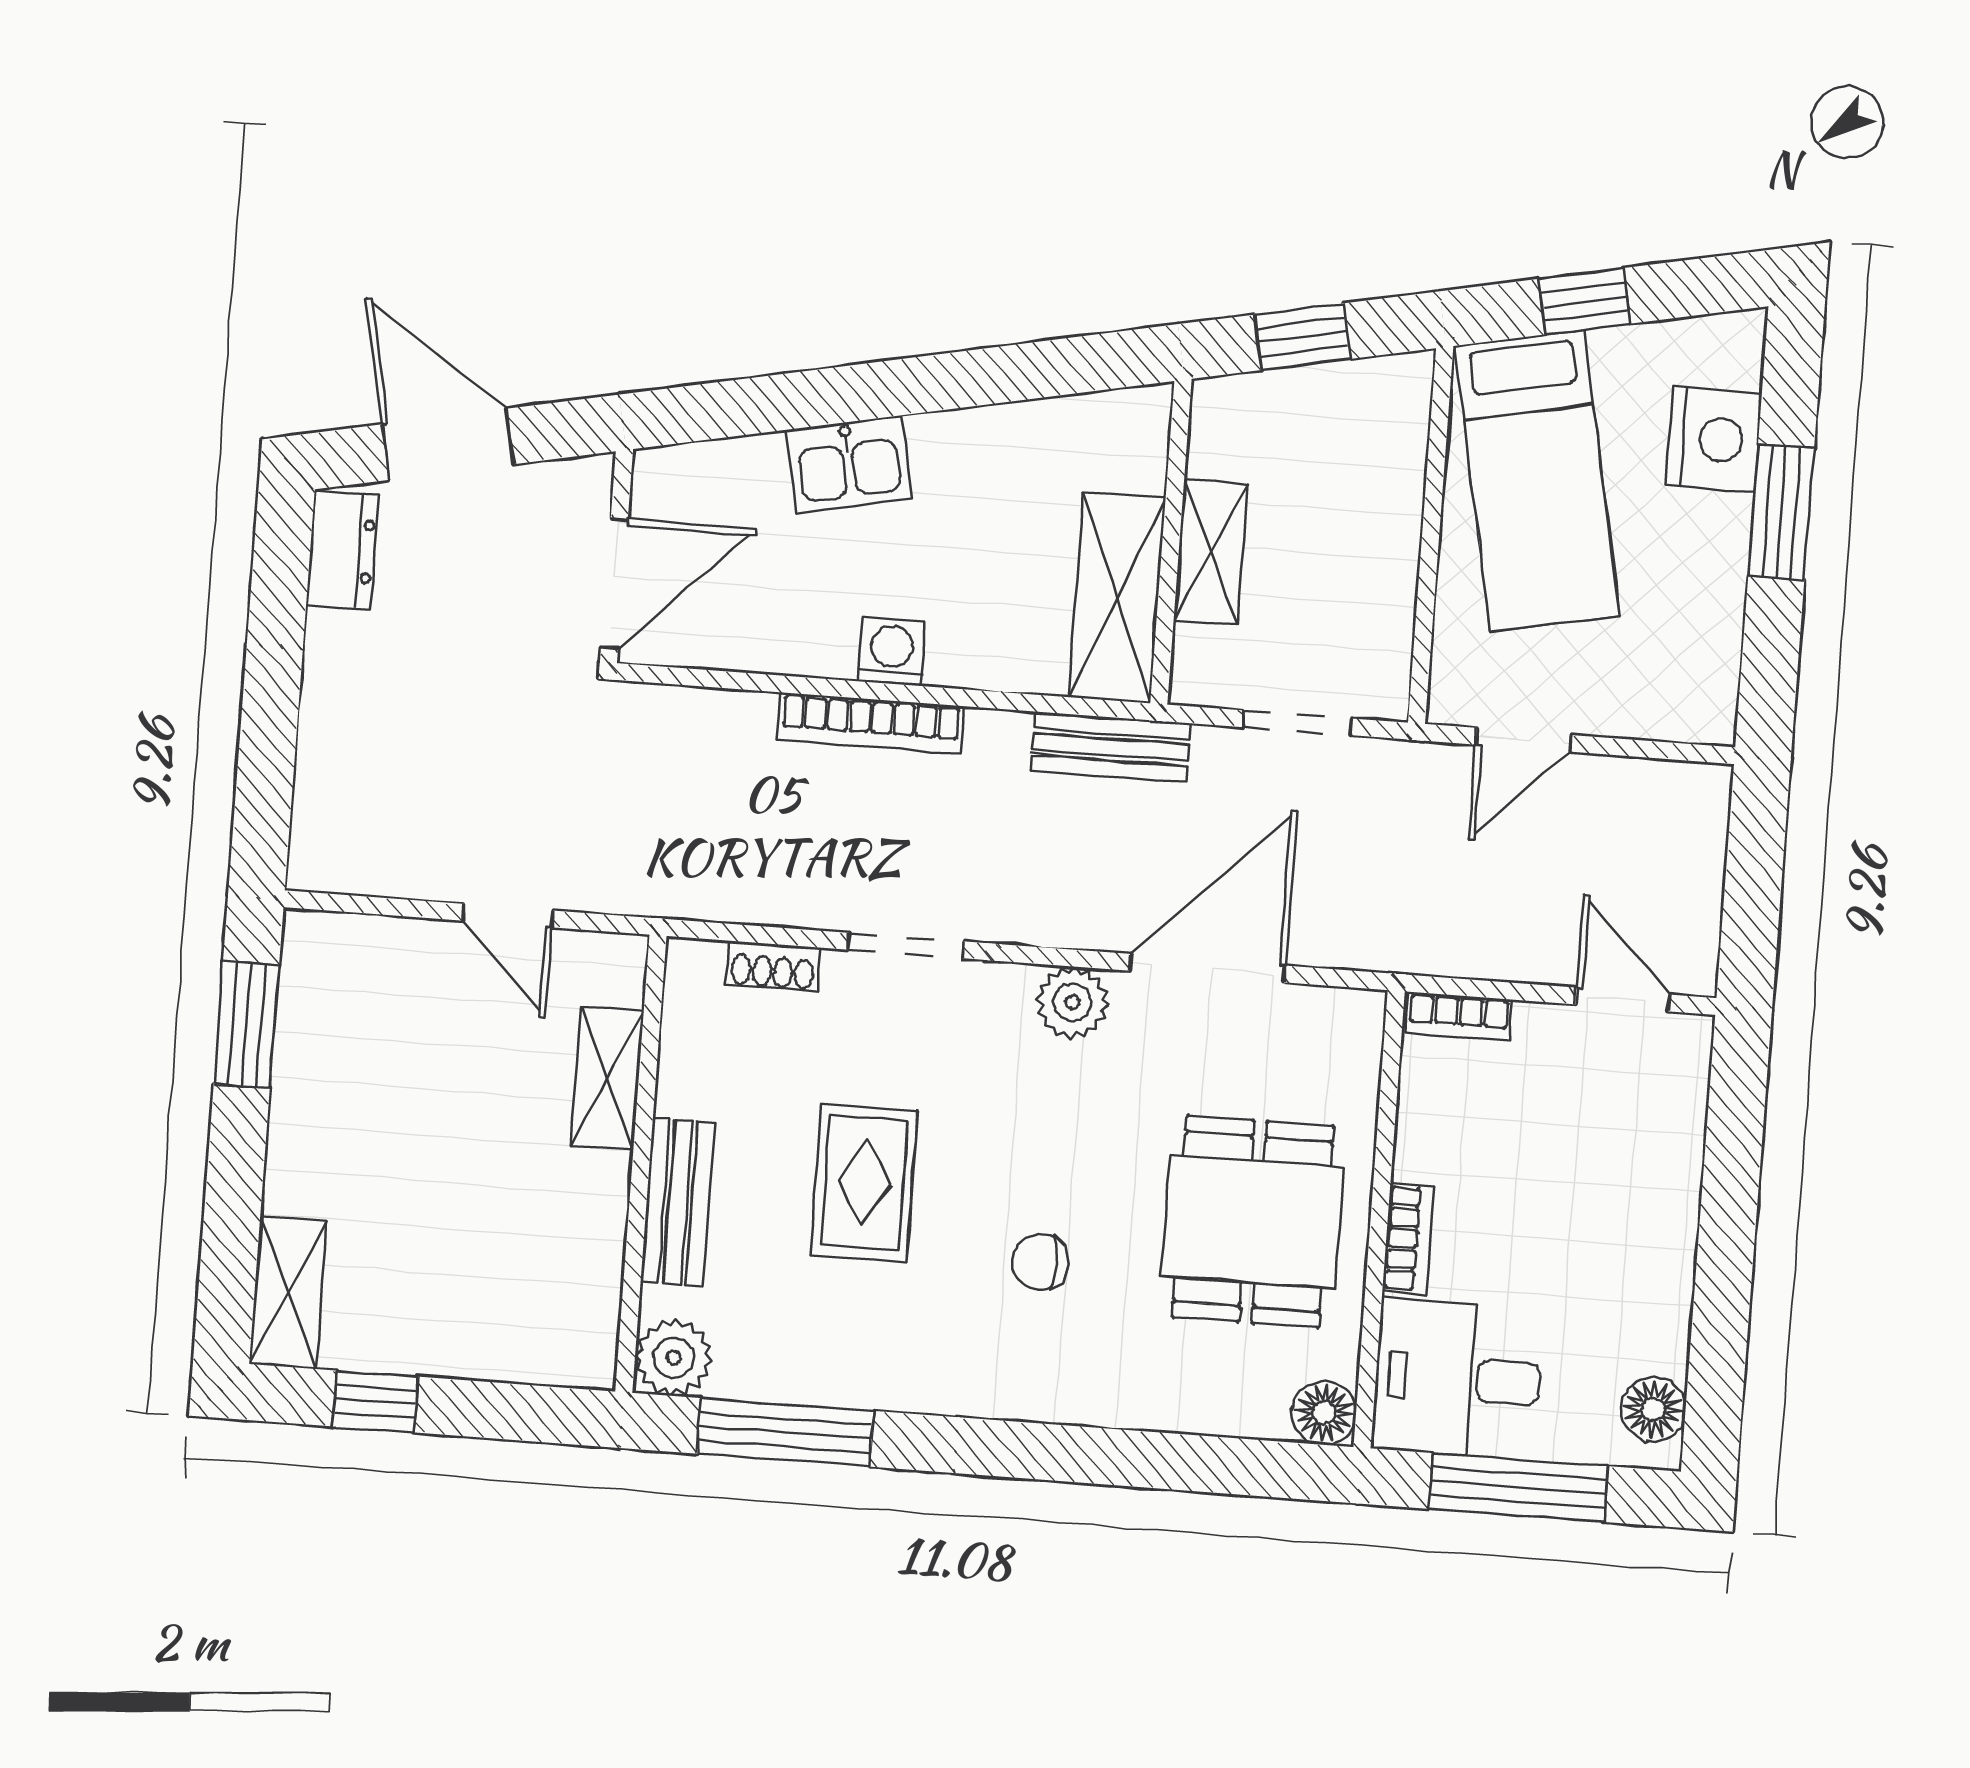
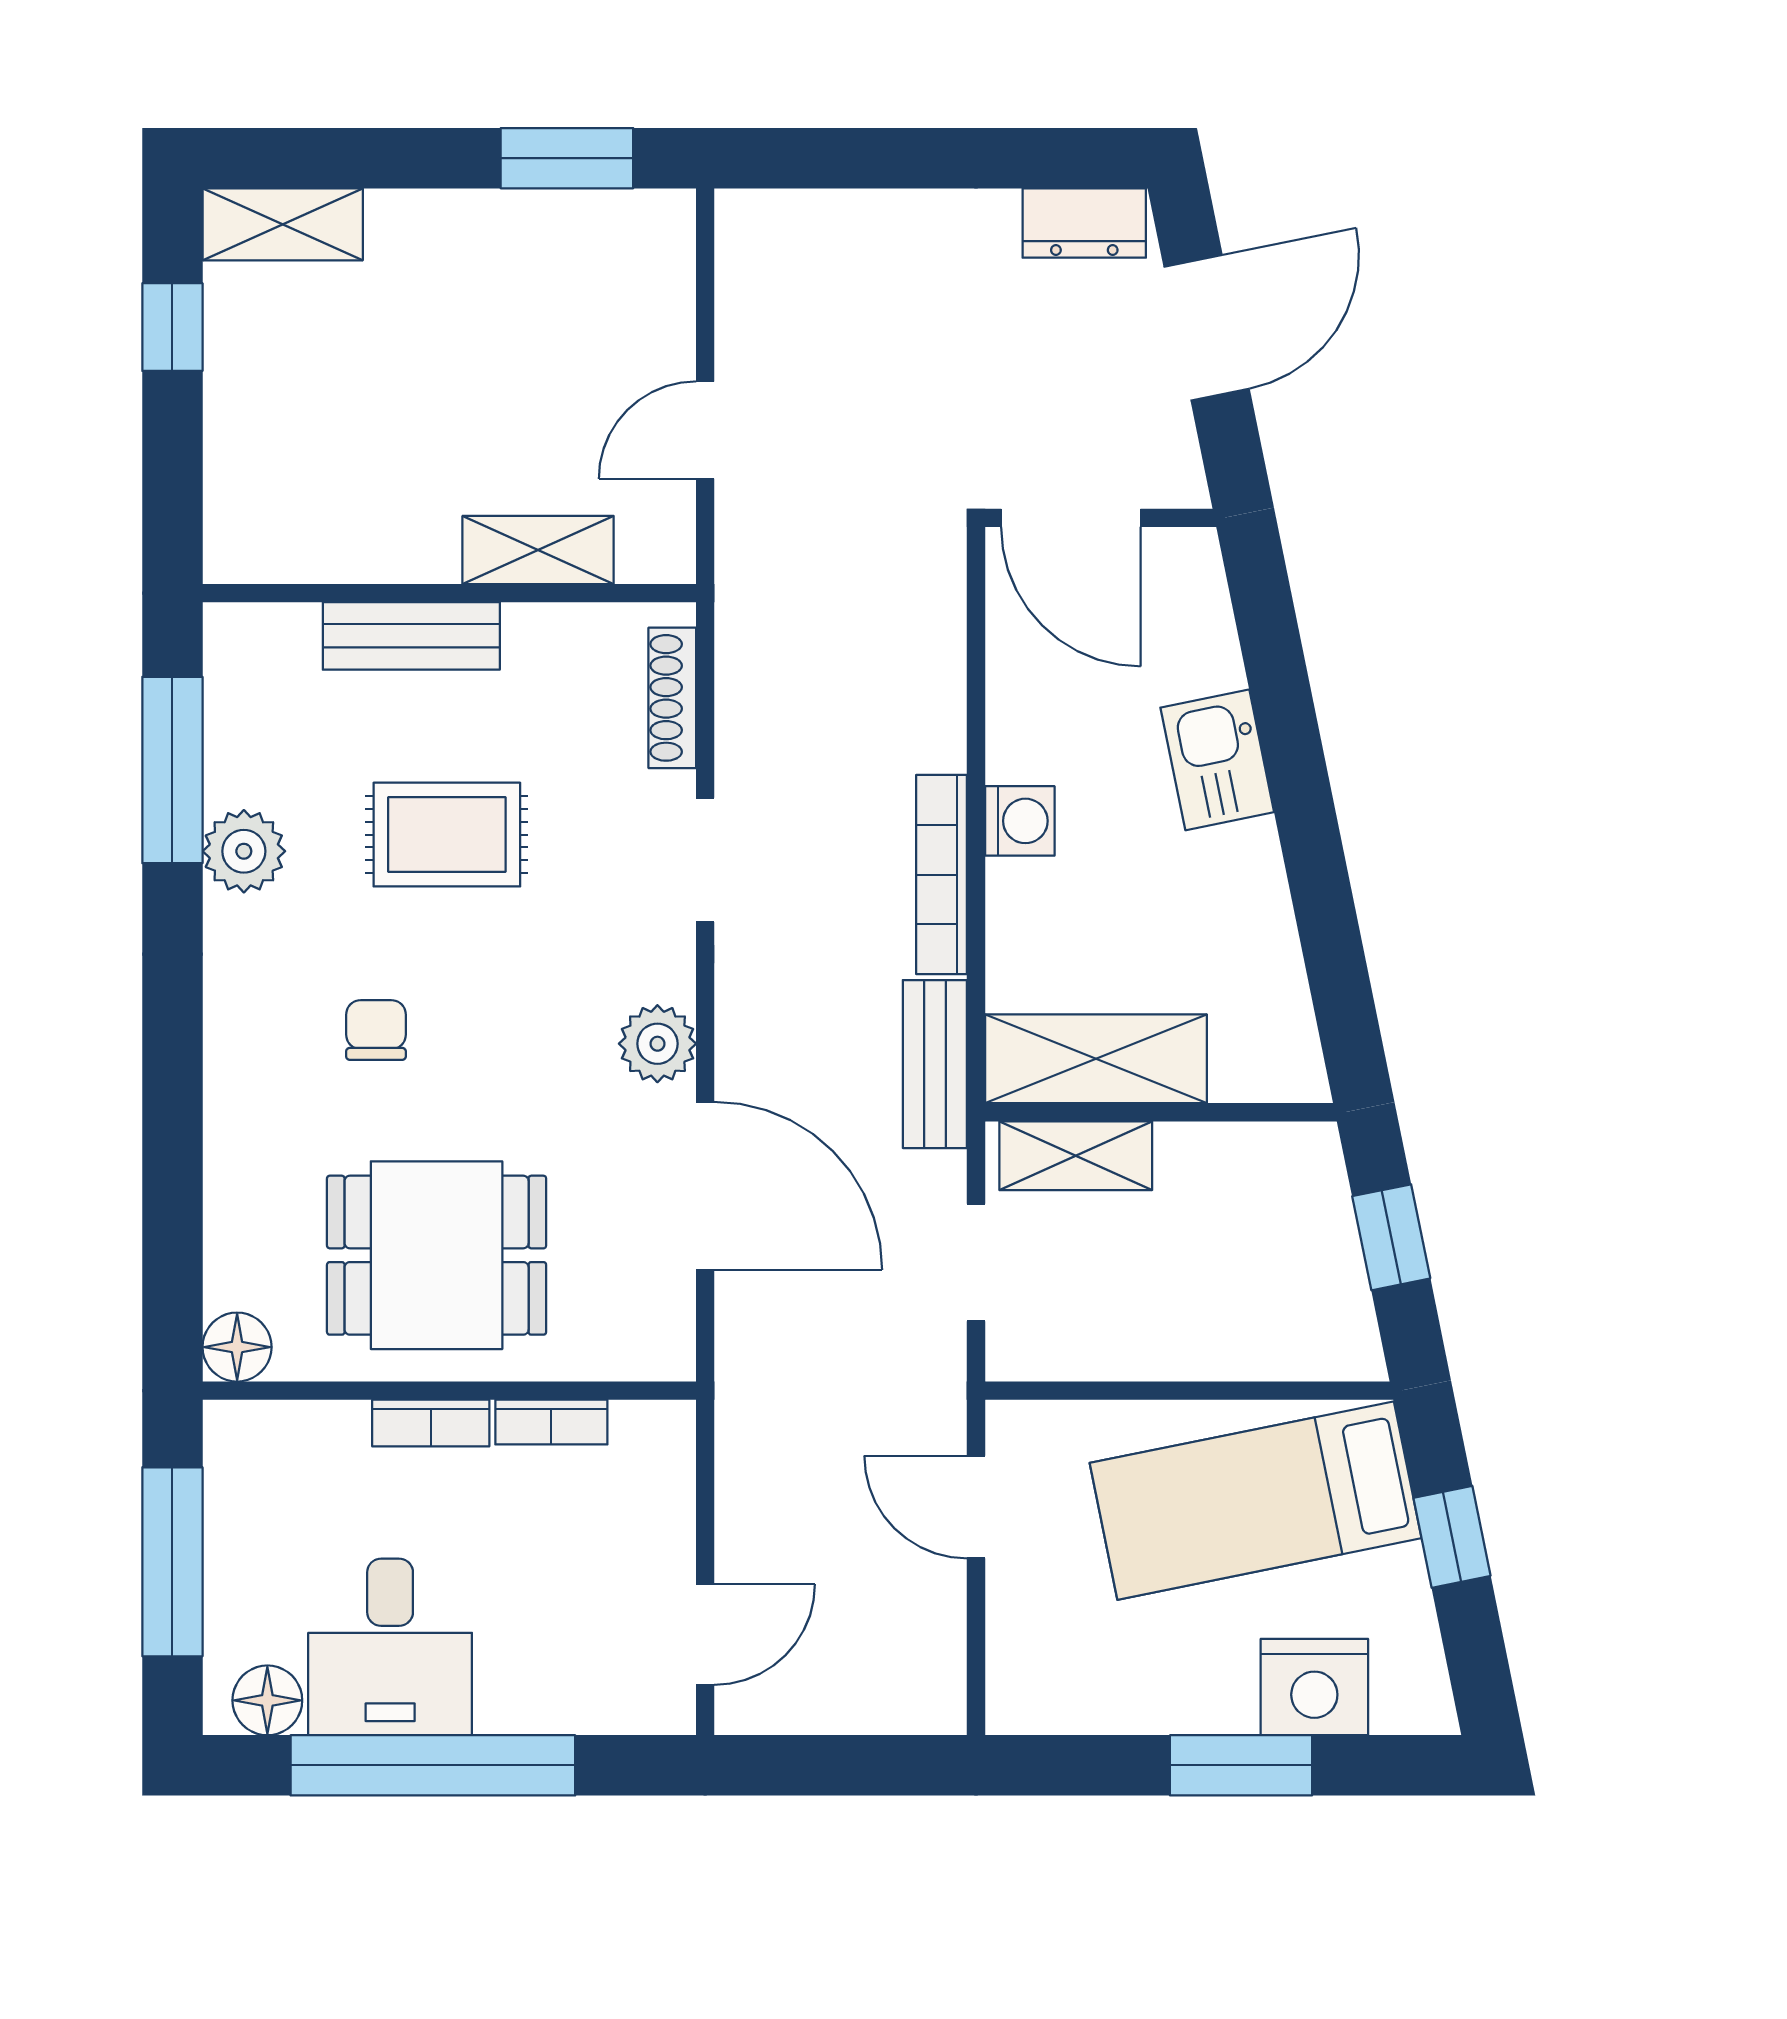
shelving: (1211, 552) -> (1076, 1156), moved
bookcase: (871, 723) -> (941, 875), moved
shoe rack: (773, 966) -> (672, 698), width x1.43
bookcase: (1459, 1016) -> (551, 1422), moved, turned -90
window: (1725, 1261) -> (433, 1765), added
plant: (674, 1358) -> (244, 851), moved
desk: (1458, 1379) -> (390, 1647), moved, turned 180

